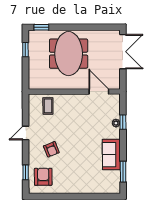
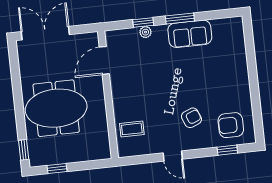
window: (123, 172) -> (180, 19), moved

